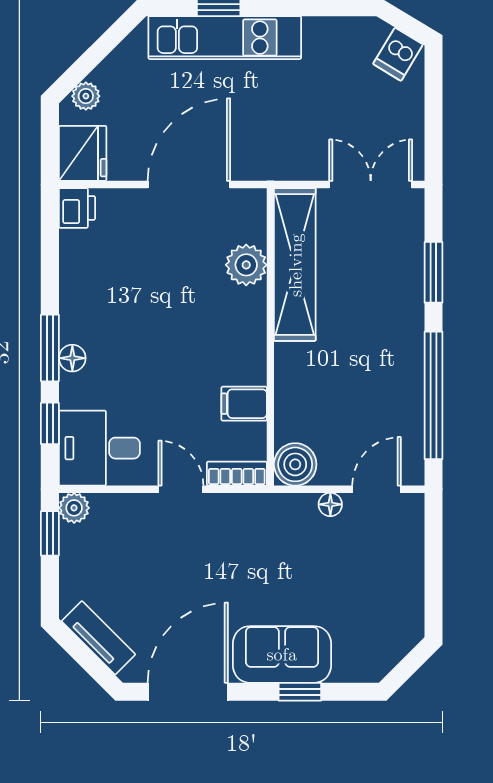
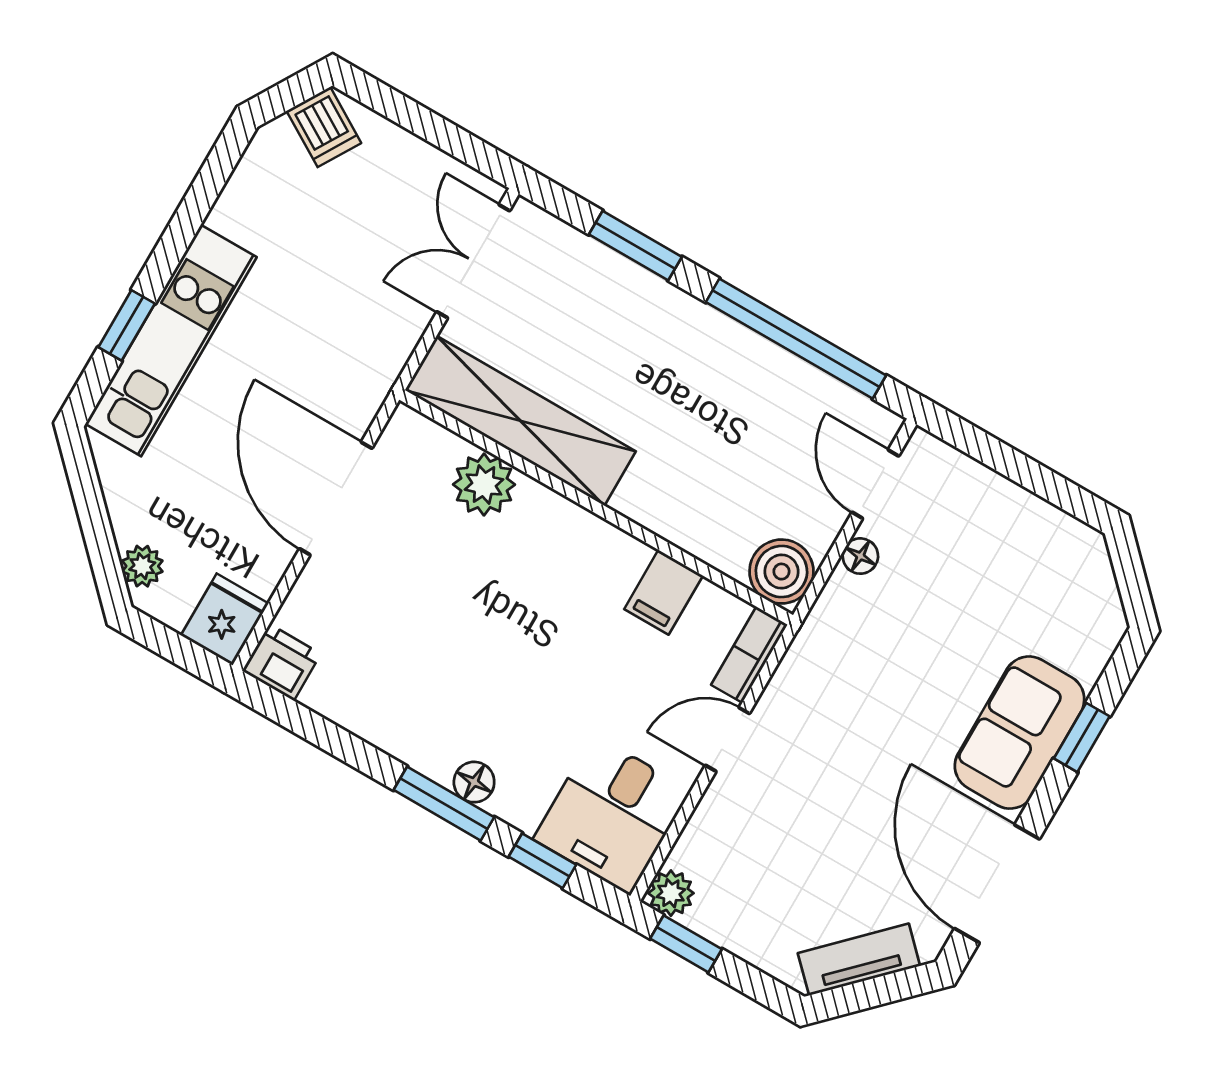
fridge: (83, 153) -> (225, 619), width x0.72

